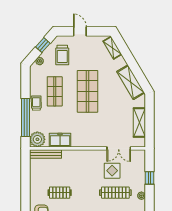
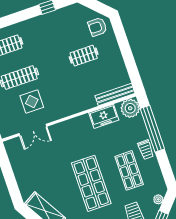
shelving: (139, 123) -> (19, 168), removed
double door: (119, 148) -> (33, 130), swing flipped

